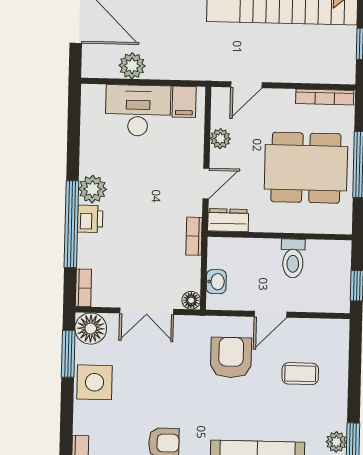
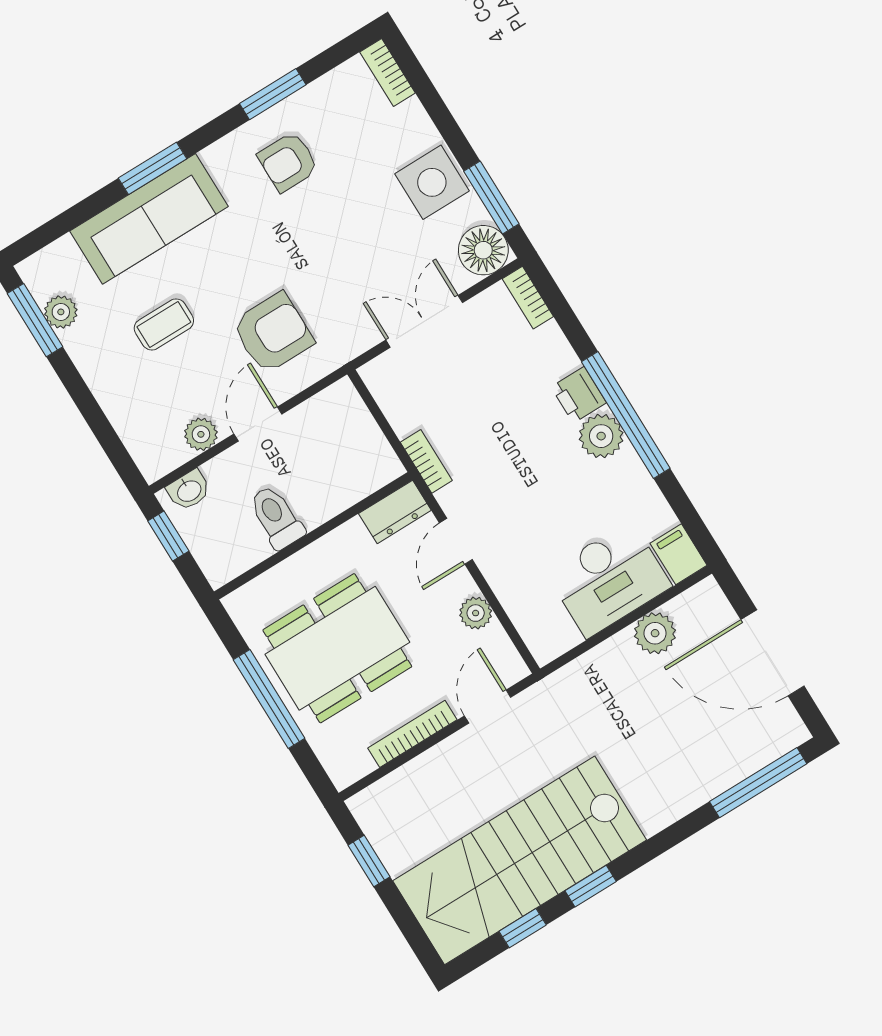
bookcase: (325, 97) -> (412, 734), moved
filing cabinet: (184, 102) -> (679, 554), moved
window: (71, 224) -> (626, 415), moved
washbasin: (216, 282) -> (189, 490), moved, turned -90
floor lamp: (191, 300) -> (375, 374), removed
plant: (304, 329) -> (201, 434), added
armchair: (231, 357) -> (273, 333), turned -90
coffee table: (300, 374) -> (164, 324), moved

